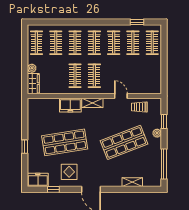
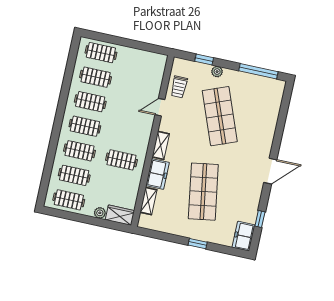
window: (137, 22) -> (70, 66), removed
clothes rail: (94, 76) -> (127, 135), removed
display table: (69, 172) -> (242, 194), removed
shelving: (132, 182) -> (148, 201), moved

